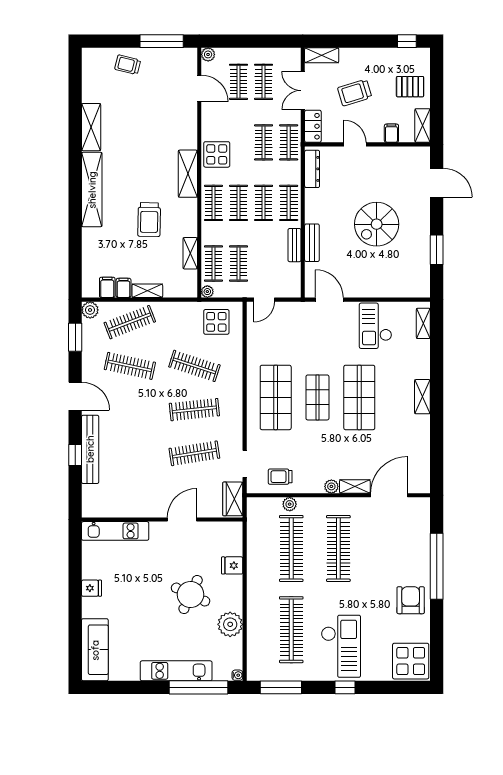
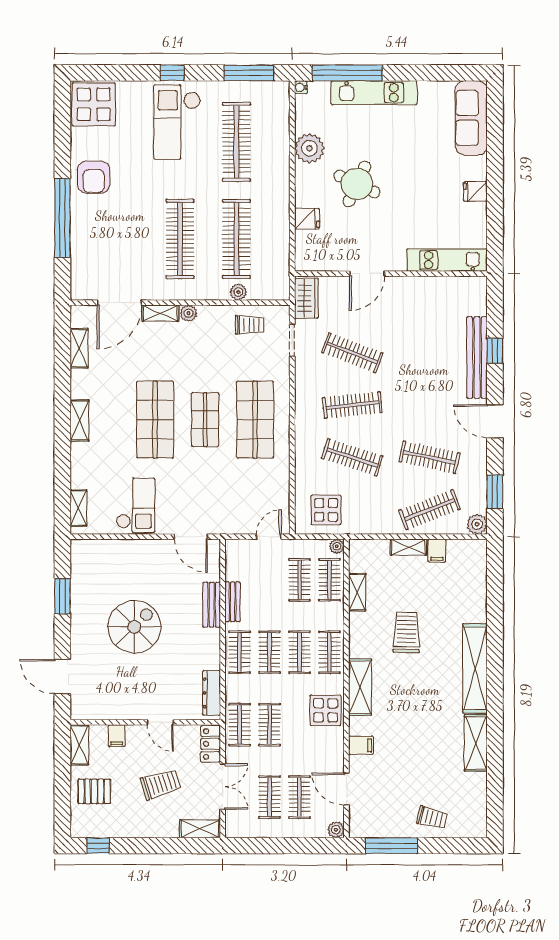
filing cabinet: (107, 287) -> (361, 745), moved, turned -90
clothes rail: (194, 453) -> (352, 353), turned 30
shelving: (423, 457) -> (79, 348), added

